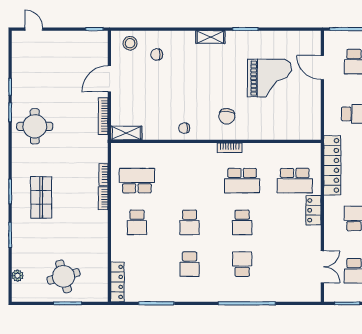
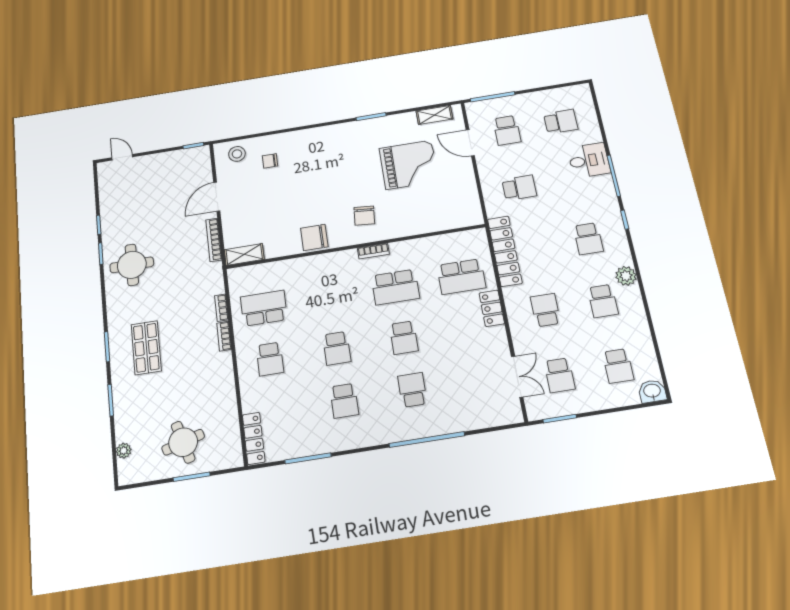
shelving: (210, 37) -> (434, 115), moved
chair: (184, 128) -> (314, 237), width x1.87, depth x1.87

